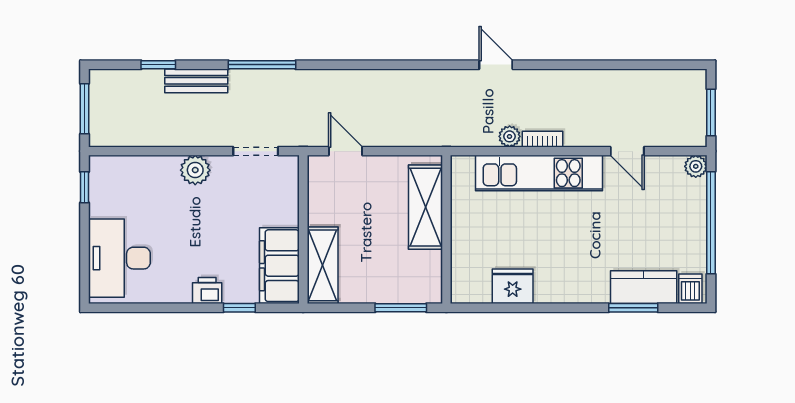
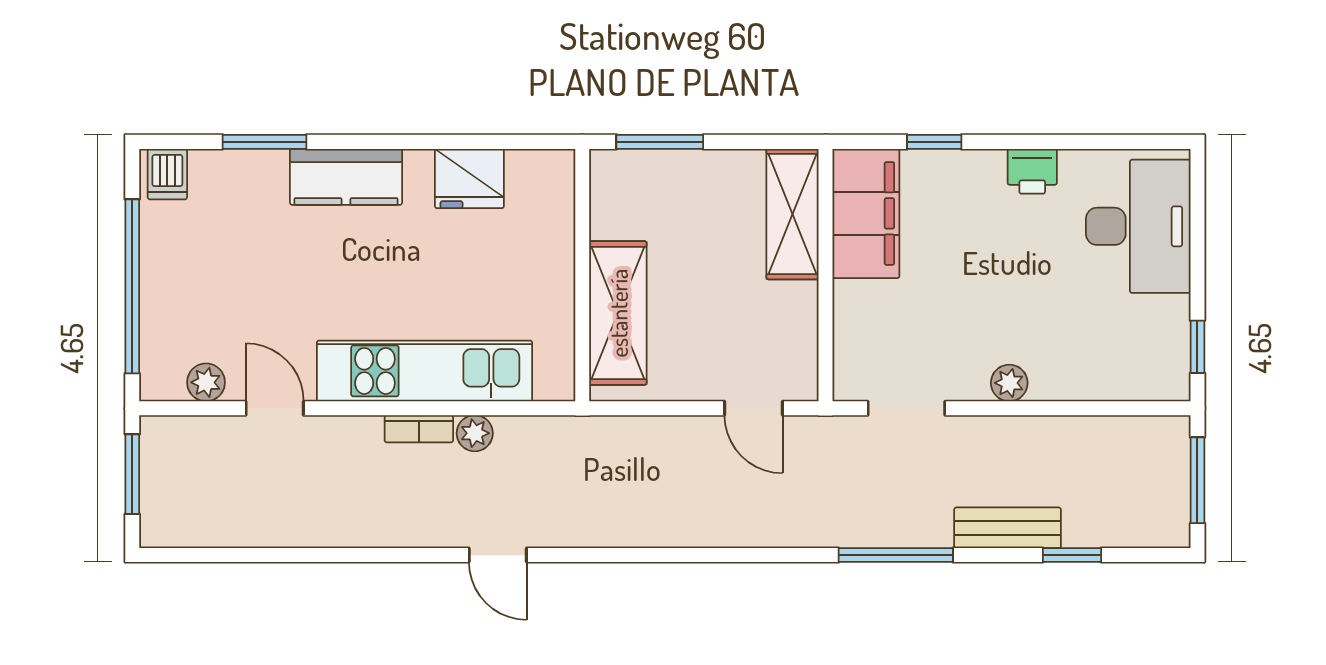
plant: (696, 166) -> (206, 382), moved
plant: (195, 170) -> (1009, 383), width x0.73, depth x0.73
kitchen counter: (644, 287) -> (346, 177), moved
printer: (207, 290) -> (1032, 171), moved

